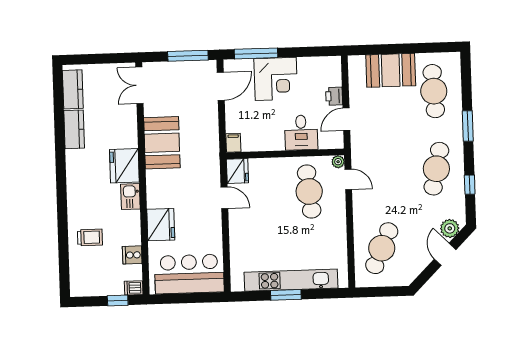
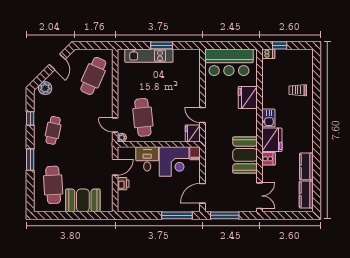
corner desk: (276, 79) -> (174, 161), moved, turned 180
cafe table: (436, 169) -> (53, 130), width x0.73, depth x0.74
door: (445, 254) -> (57, 62), moved
cooker: (132, 255) -> (268, 159), moved
kitchen unit: (291, 280) -> (149, 56), width x0.73

